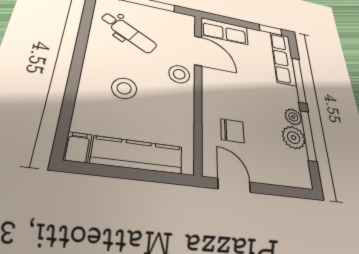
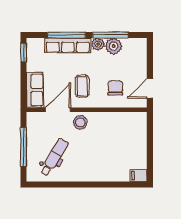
row of seats: (283, 58) -> (68, 45), moved
coffee table: (232, 86) -> (82, 86), added
stool: (124, 88) -> (98, 156), removed
kitchen counter: (138, 155) -> (139, 144), removed

